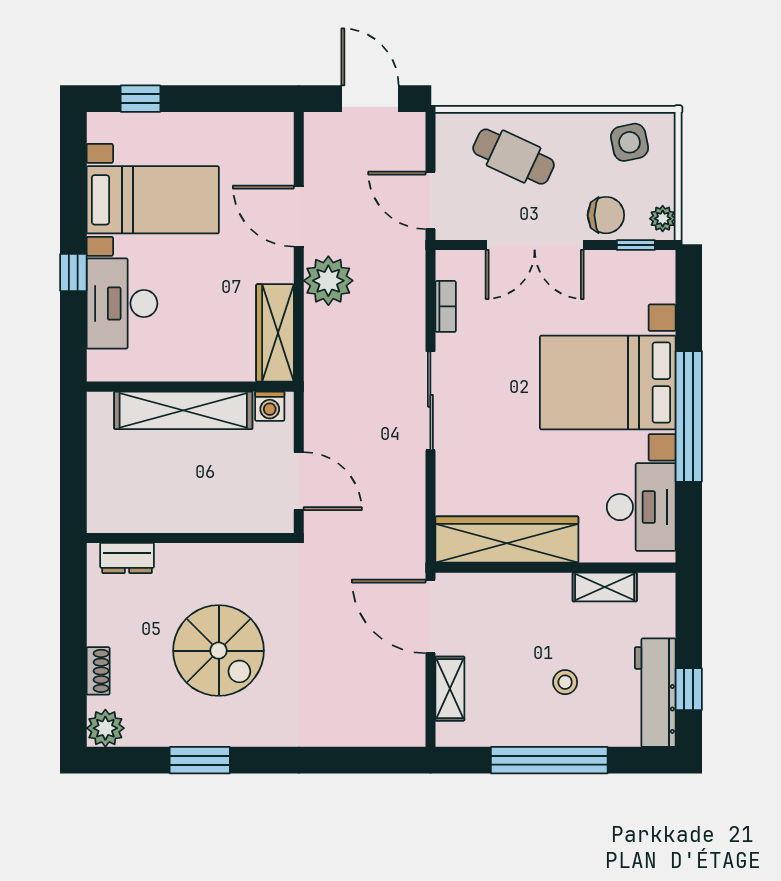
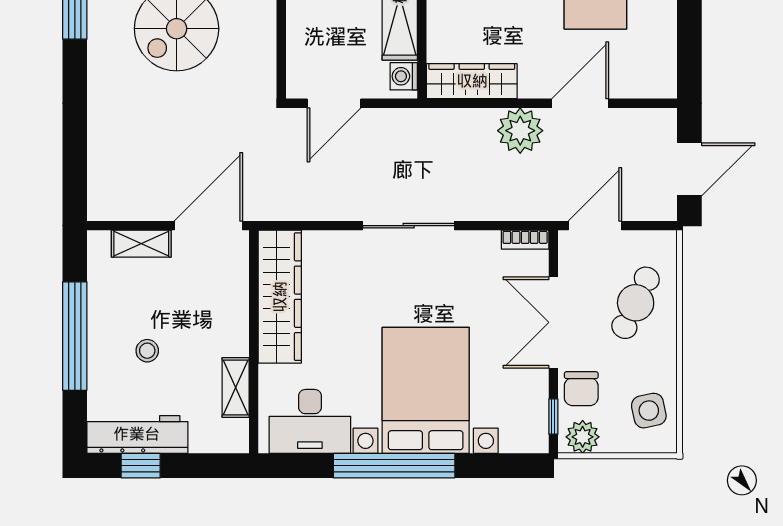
plant: (663, 219) -> (583, 437), width x1.38, depth x1.38
bookcase: (446, 306) -> (525, 240), moved

